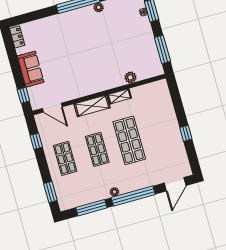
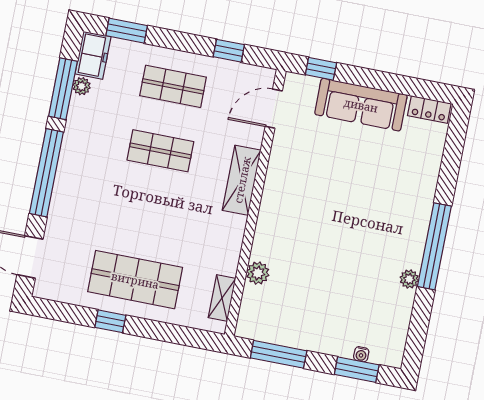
sofa: (31, 69) -> (361, 105), width x1.36
shelving: (119, 96) -> (222, 298), moved
shop shelf: (129, 140) -> (135, 280), moved
plant: (114, 192) -> (82, 86), moved
freezer: (69, 202) -> (93, 55), added

